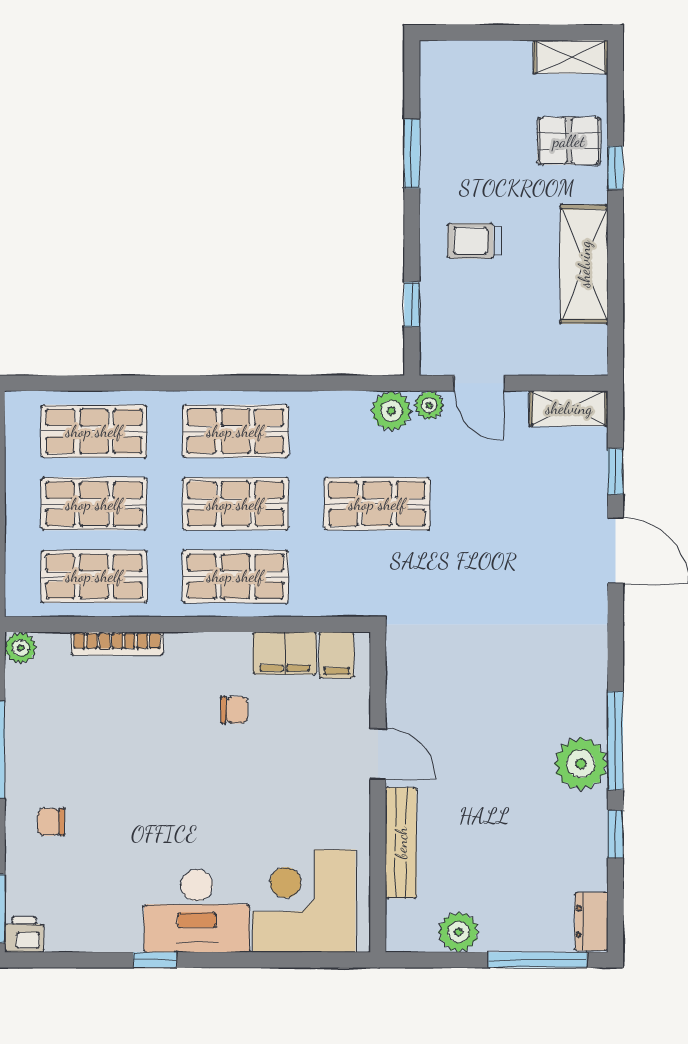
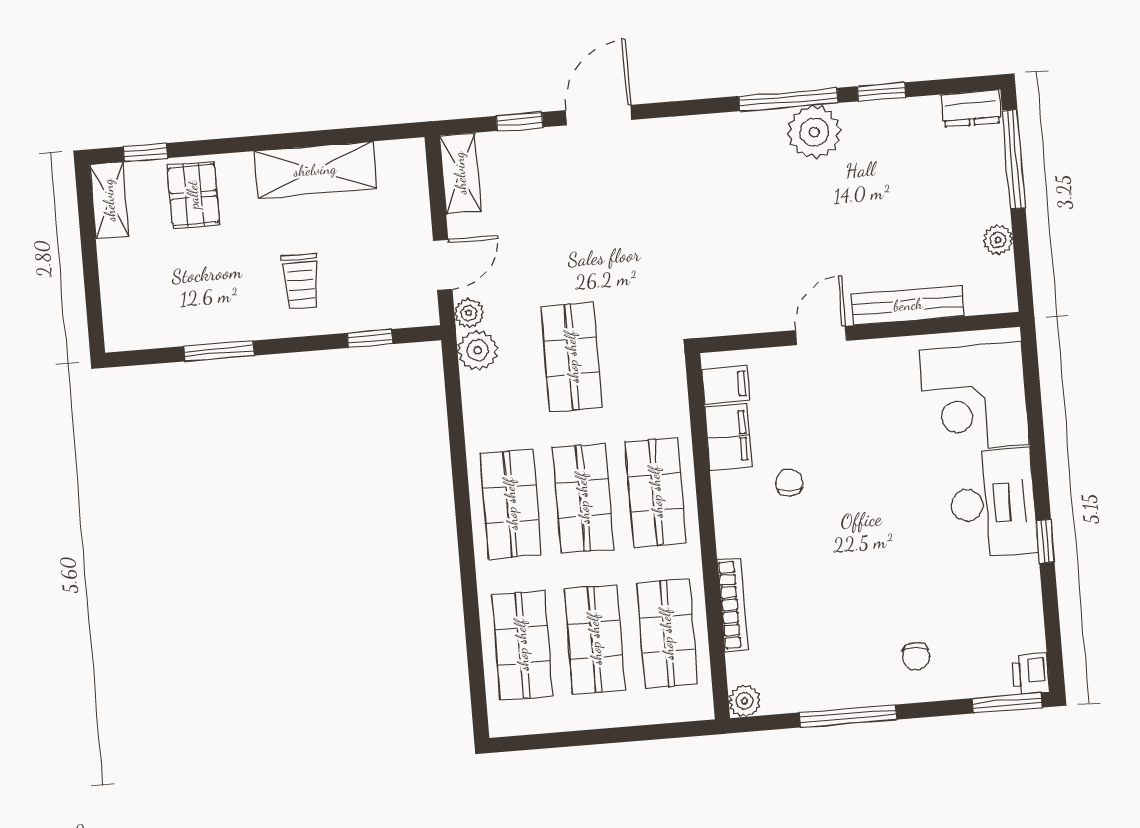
window: (615, 168) -> (145, 152), moved
plant: (459, 932) -> (998, 240), width x0.73, depth x0.73

